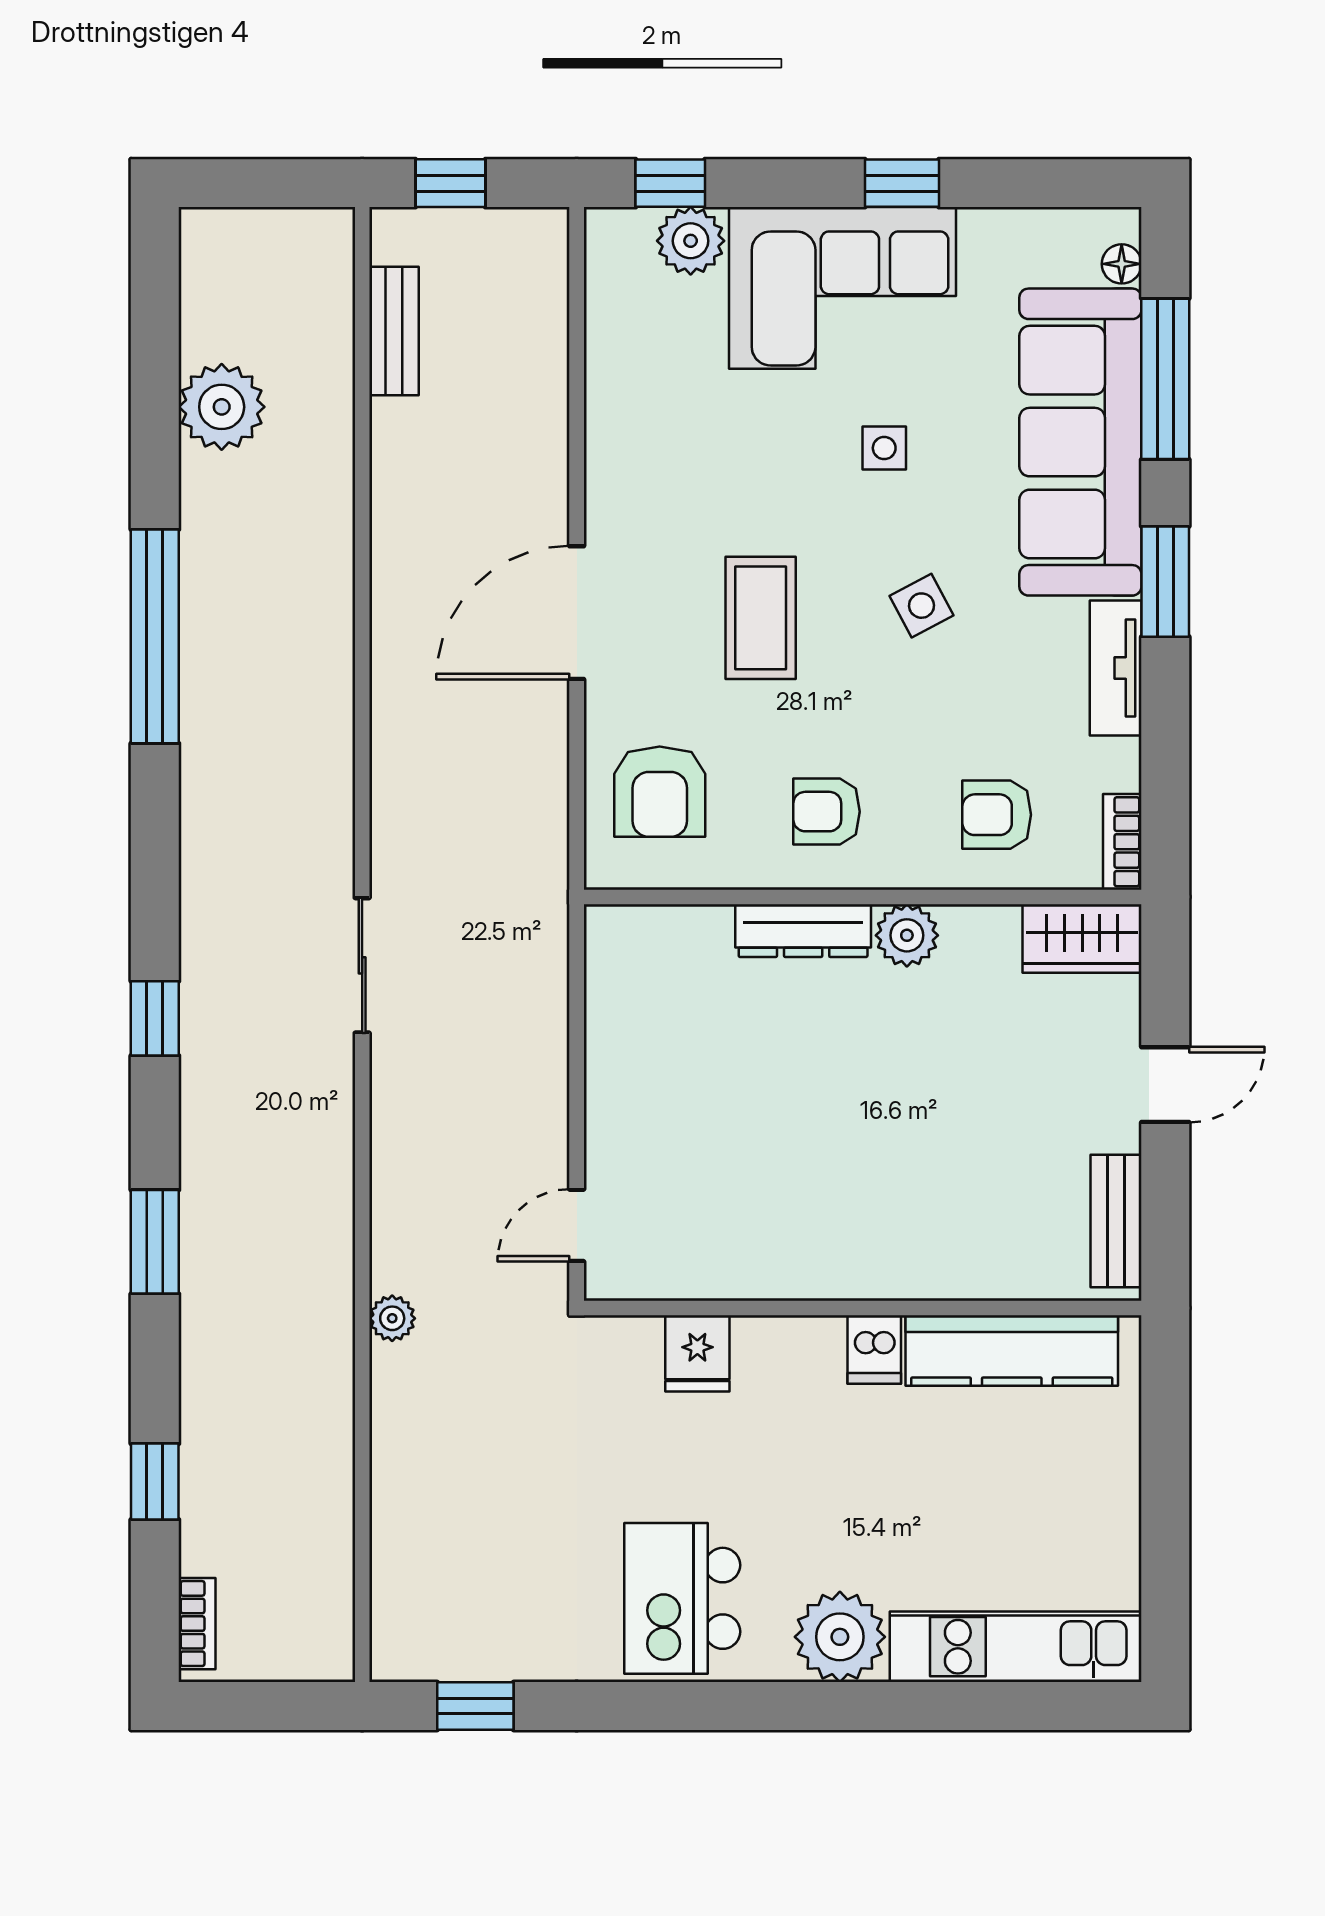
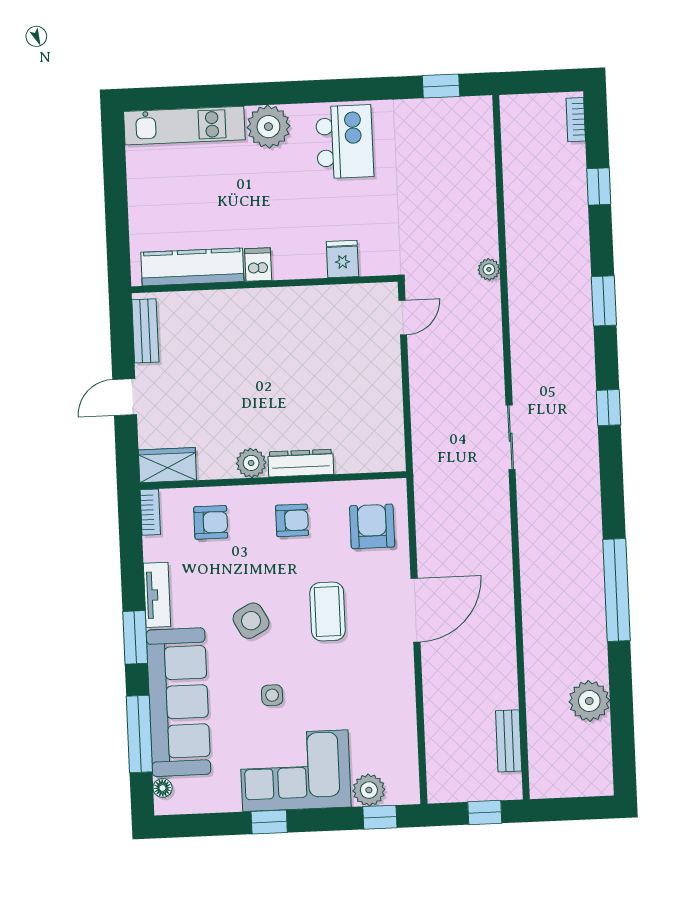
side table: (921, 606) -> (251, 621), width x1.37, depth x1.37

